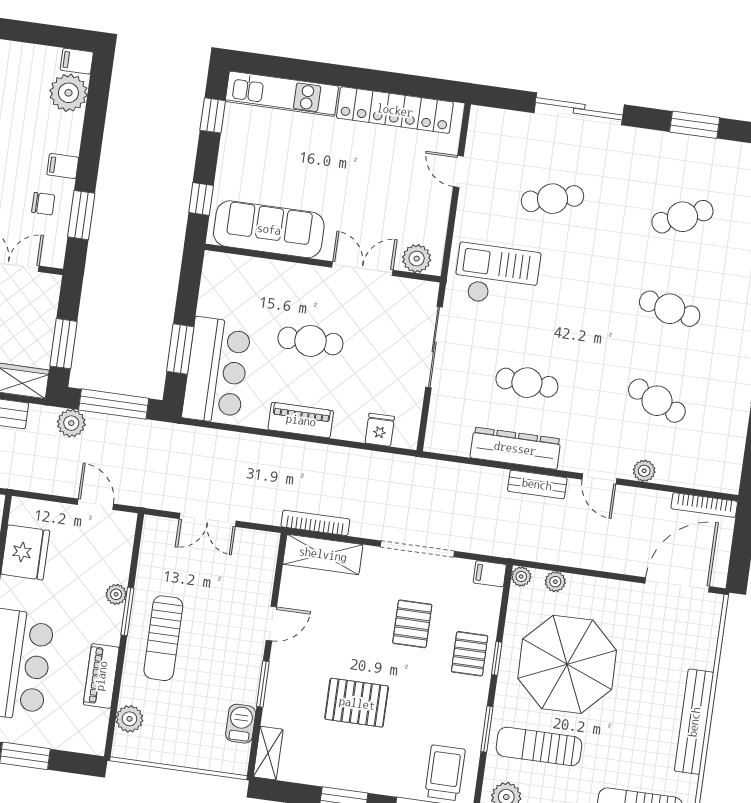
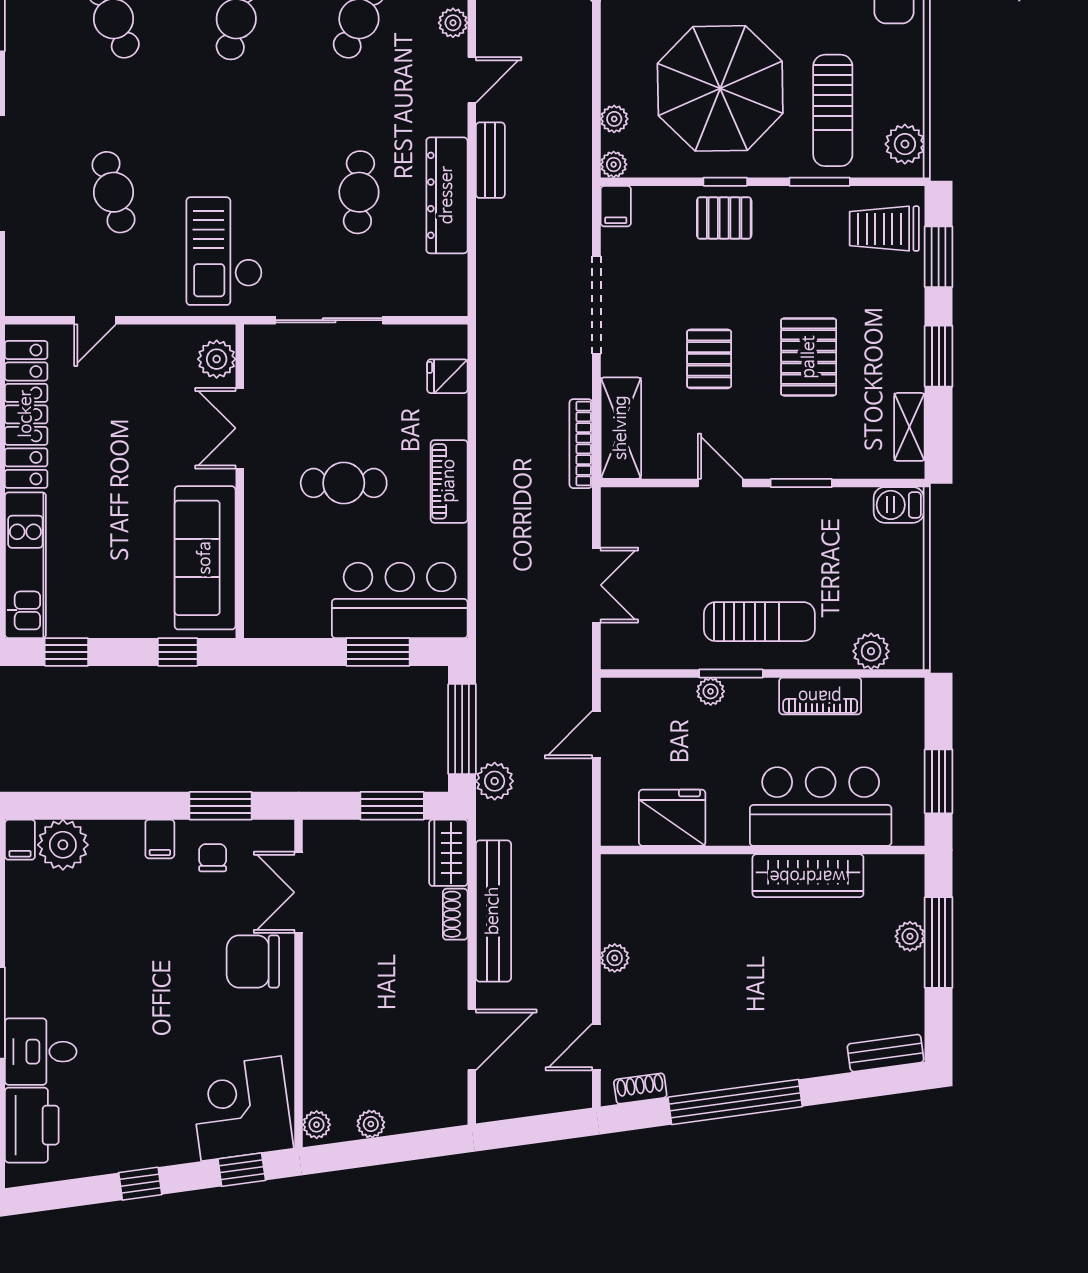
cafe table: (310, 341) -> (344, 483), turned 90
pallet: (412, 624) -> (709, 359), moved, turned 90
barbecue: (241, 724) -> (899, 505), moved
shelving: (268, 753) -> (909, 427), moved, turned 90

